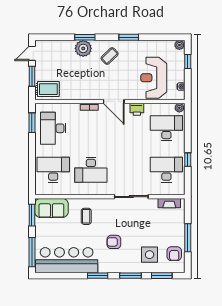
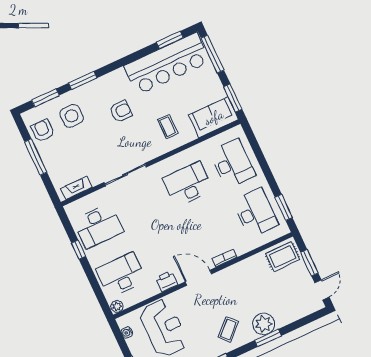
desk: (166, 128) -> (121, 275), turned 180
desk: (53, 170) -> (232, 163), turned -90
window: (98, 276) -> (170, 40), moved

